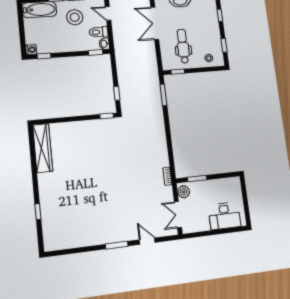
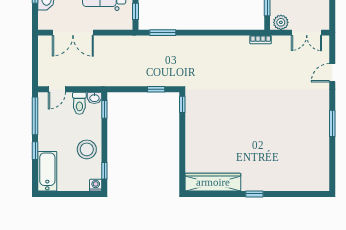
stool: (75, 17) -> (87, 149), moved
window: (38, 212) -> (254, 194), moved
window: (117, 245) -> (332, 123), moved

